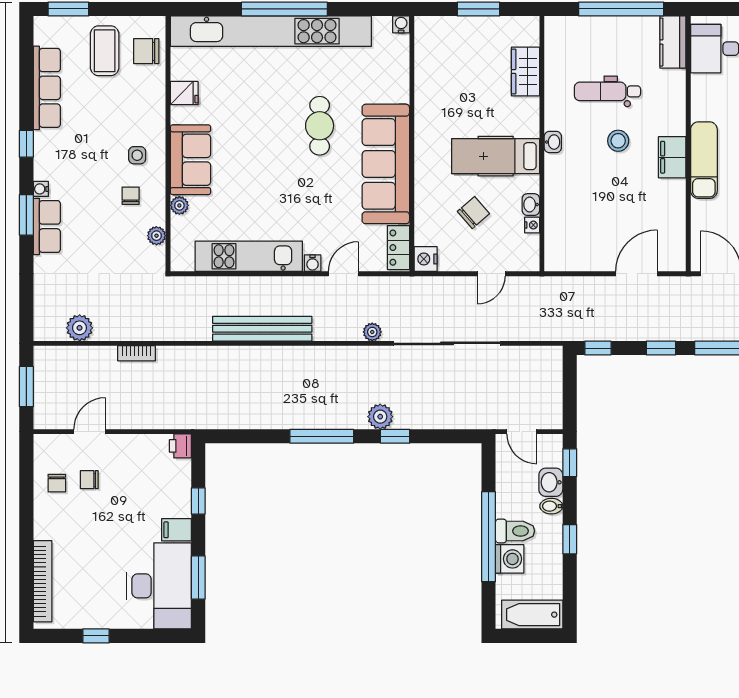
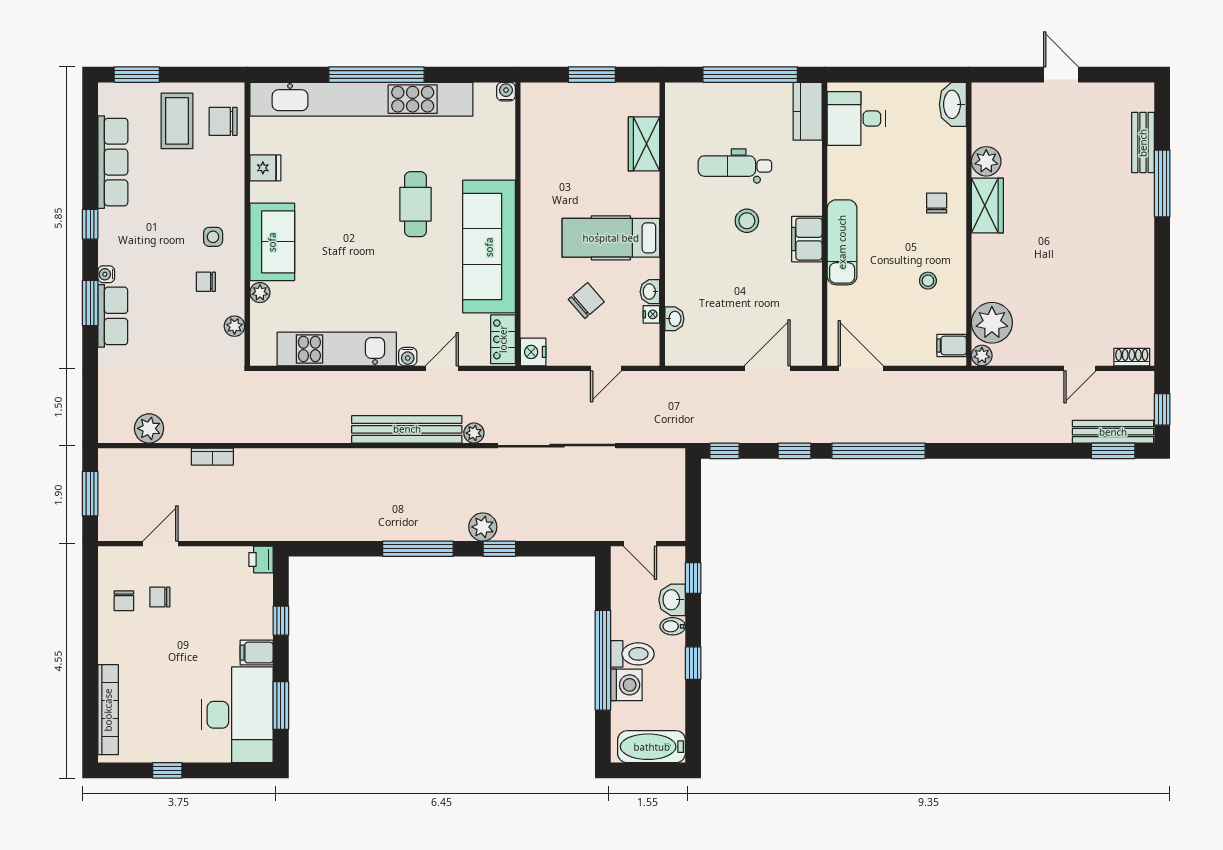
washbasin: (553, 142) -> (674, 319), moved
chair: (131, 196) -> (206, 282), turned -90
bench: (262, 329) -> (407, 429), moved

